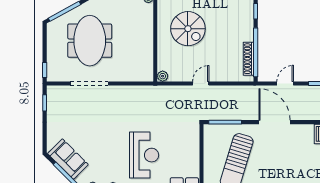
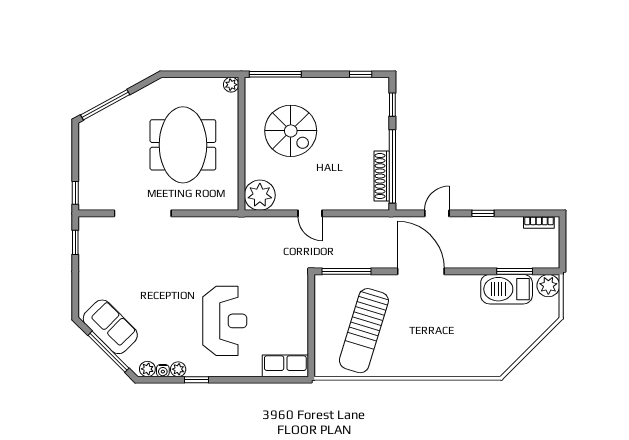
meeting table: (90, 41) -> (183, 145), moved
plant: (163, 76) -> (260, 195), width x1.88, depth x1.88
door: (201, 84) -> (310, 213), swing flipped

